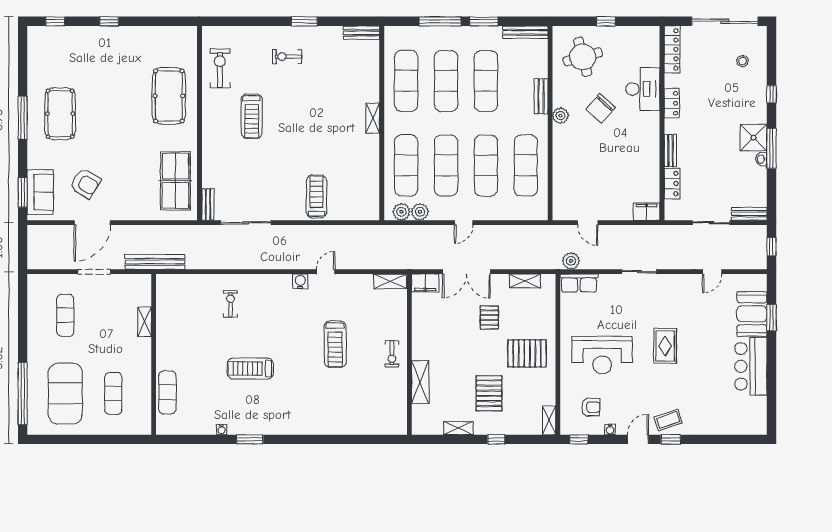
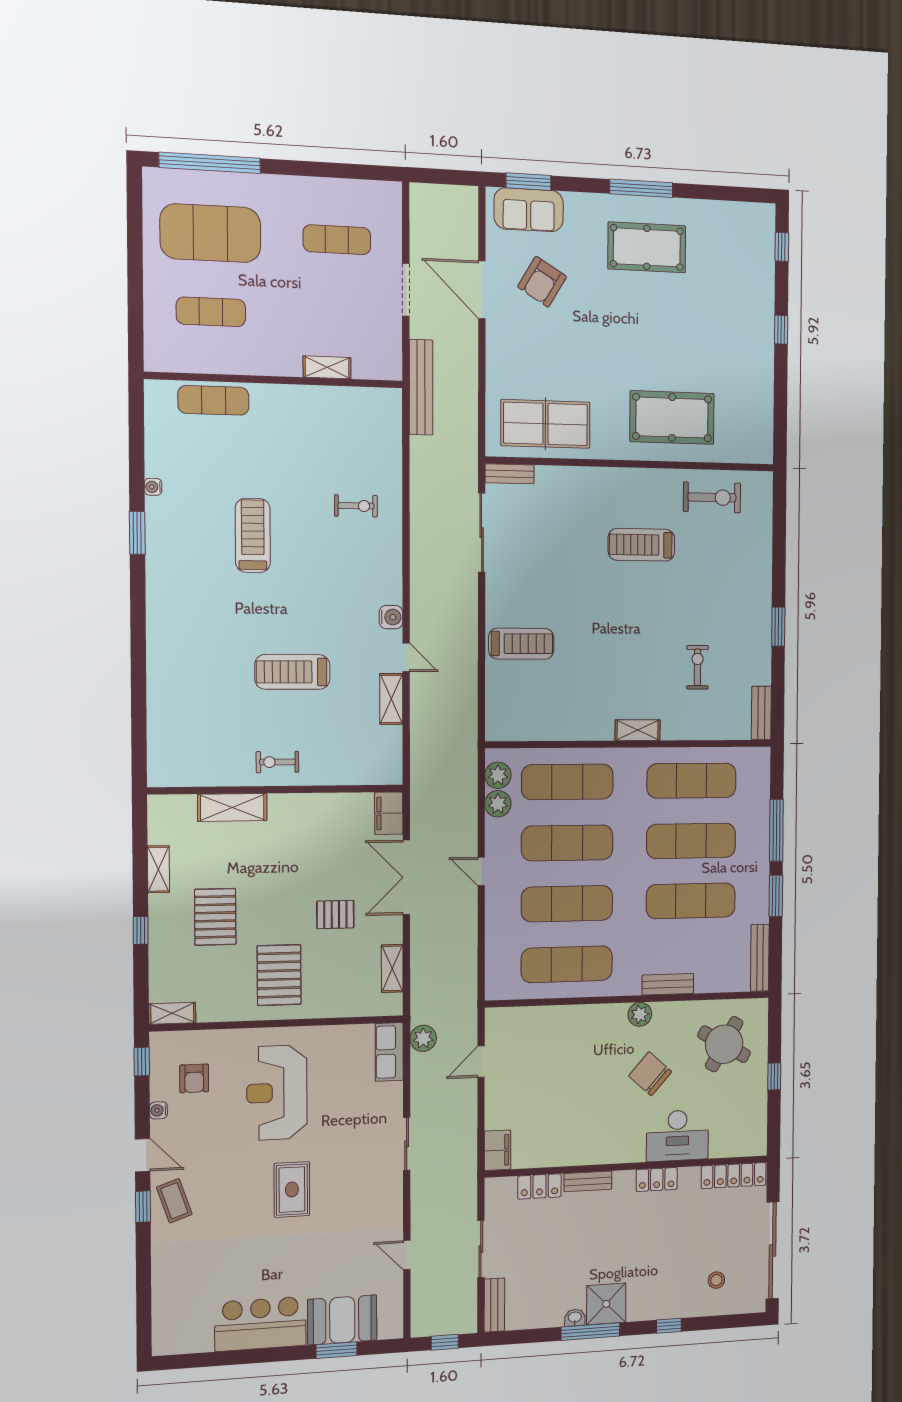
exercise bike: (287, 57) -> (698, 667), moved
round table: (583, 57) -> (724, 1044), turned 45
shelving: (390, 281) -> (391, 699), moved
rug: (665, 346) -> (292, 1190), turned 90
pallet: (489, 393) -> (215, 917), turned 90

